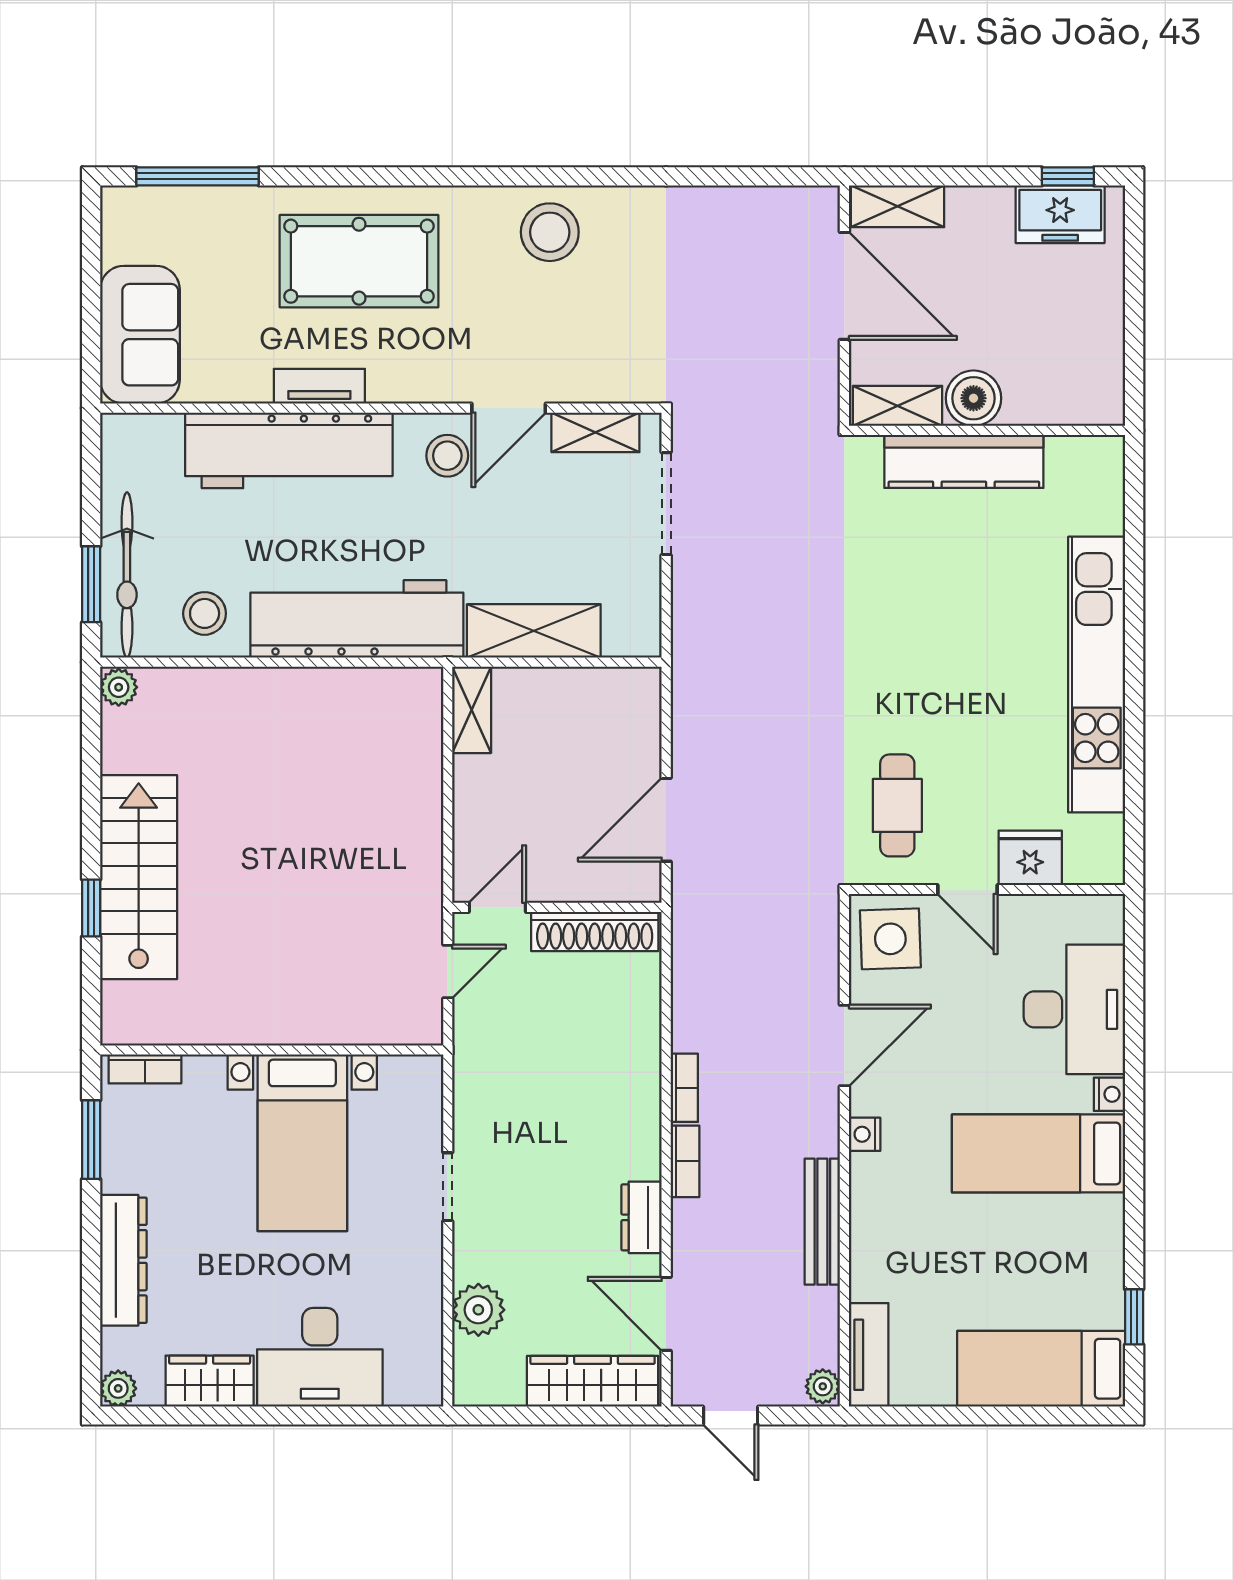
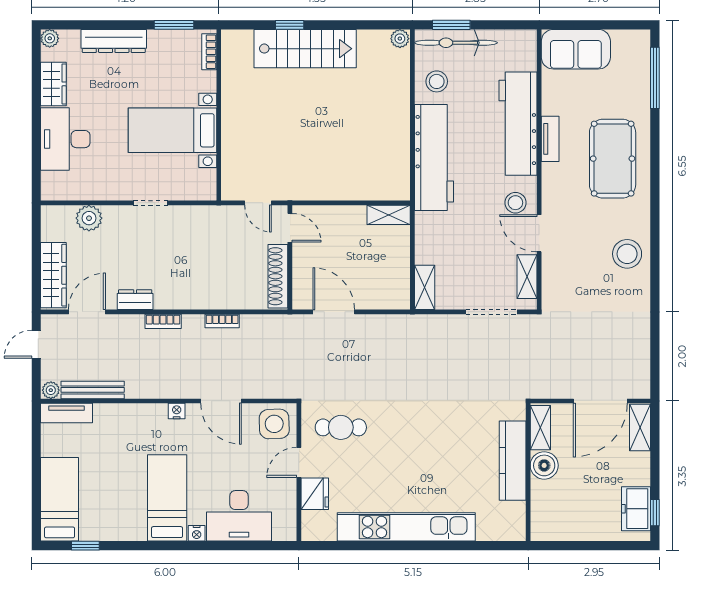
shelving: (534, 631) -> (425, 287), moved, width x0.67, depth x0.75
bookcase: (684, 1088) -> (222, 321), moved
bench: (822, 1222) -> (93, 390), moved

